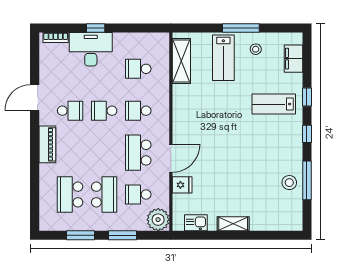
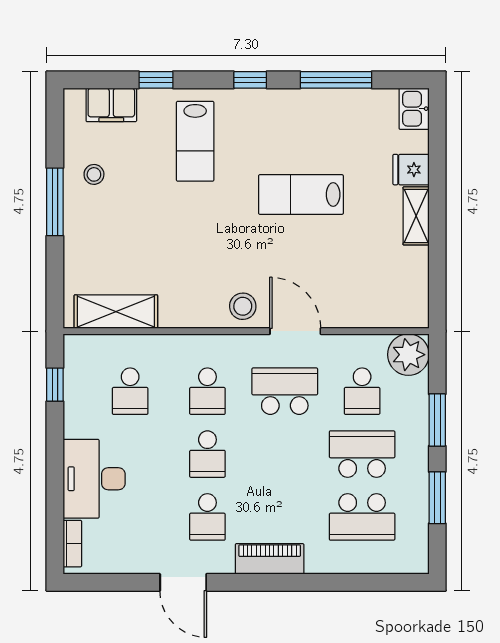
window: (96, 28) -> (55, 385), moved
lab bench: (223, 58) -> (301, 195), moved, turned 180
window: (307, 97) -> (156, 80), moved
school desk: (70, 111) -> (207, 517), turned 180
school desk: (138, 153) -> (285, 391), turned 180
stool: (289, 183) -> (243, 306), moved
fridge: (182, 185) -> (411, 170), moved, turned -90
kitchen sink: (196, 223) -> (414, 109), moved

